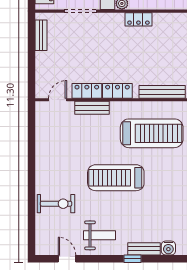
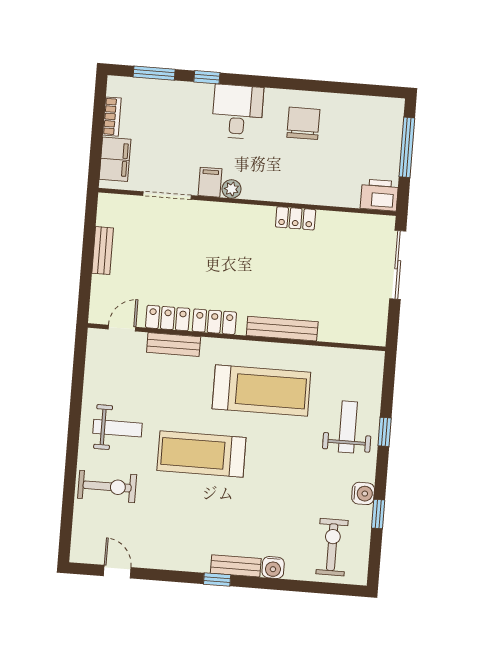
locker: (138, 19) -> (296, 218), moved
bench: (41, 35) -> (103, 251), moved
weight bench: (99, 235) -> (118, 428), moved

